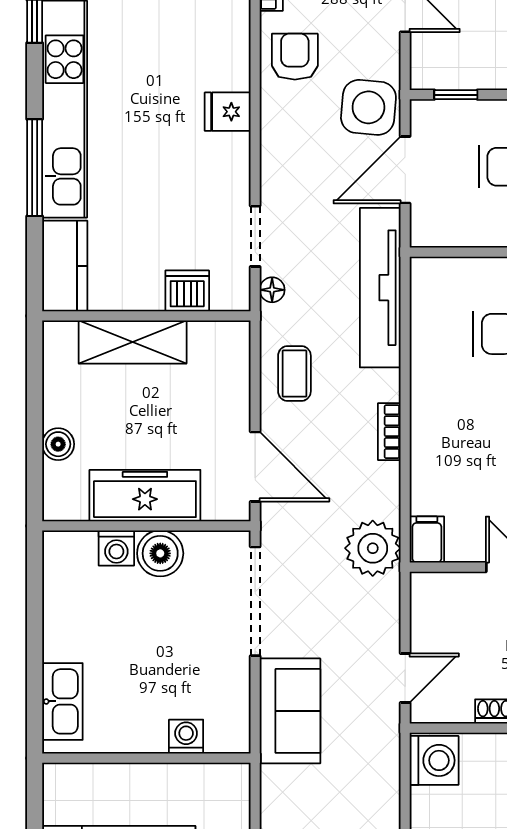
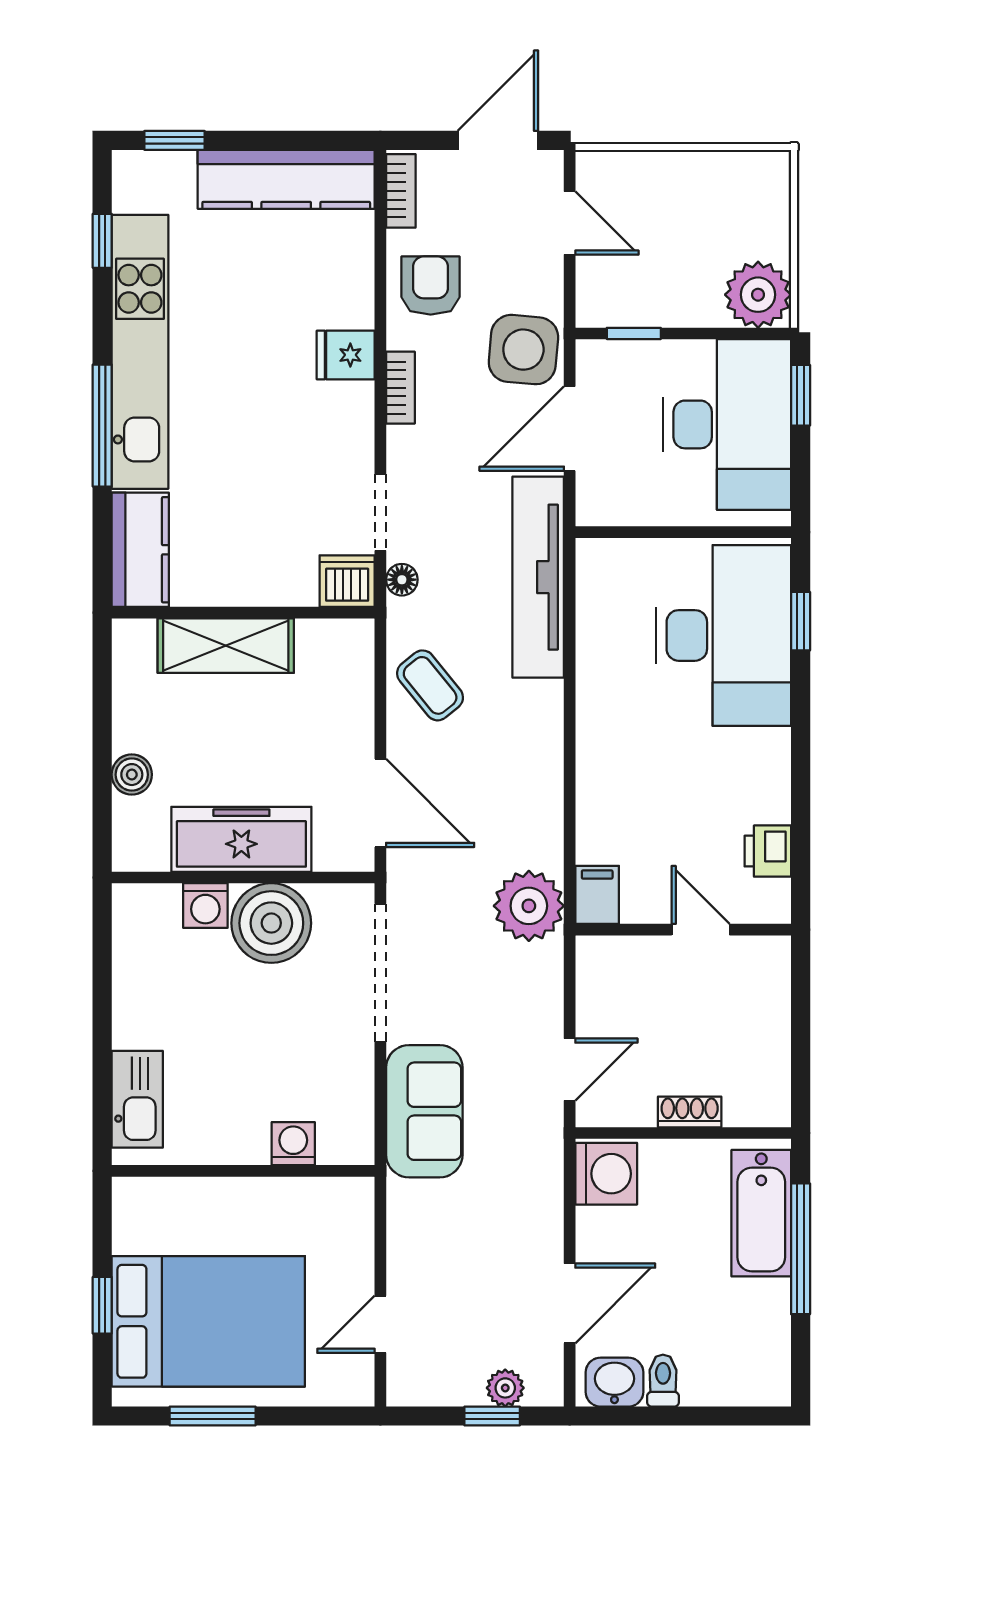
dishwasher: (187, 291) -> (347, 581), moved
coffee table: (294, 373) -> (430, 685), turned -39
bookcase: (389, 432) -> (400, 388), moved, turned 180
boiler: (160, 553) -> (271, 923), width x1.37, depth x1.37

